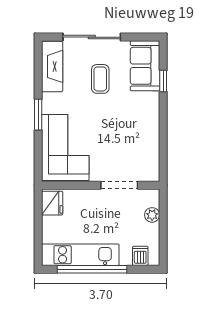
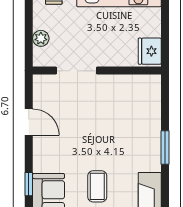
door: (163, 138) -> (29, 122), added
corner sofa: (65, 148) -> (135, 112), removed

